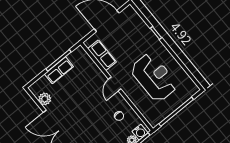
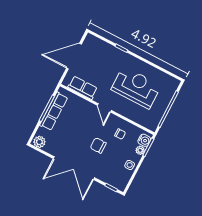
row of seats: (59, 70) -> (54, 111), width x1.48
plant: (45, 99) -> (39, 142), moved
chair: (93, 118) -> (98, 145), added

